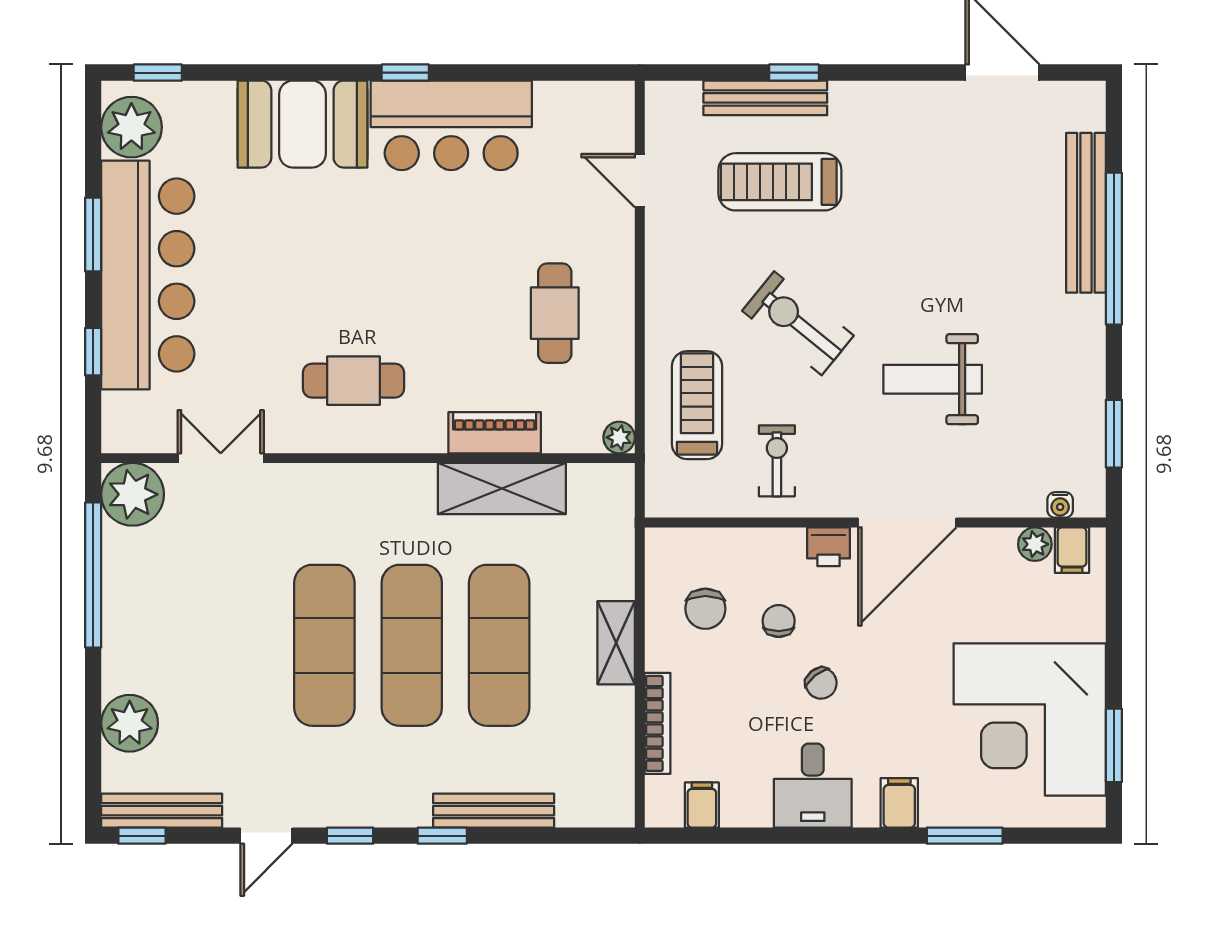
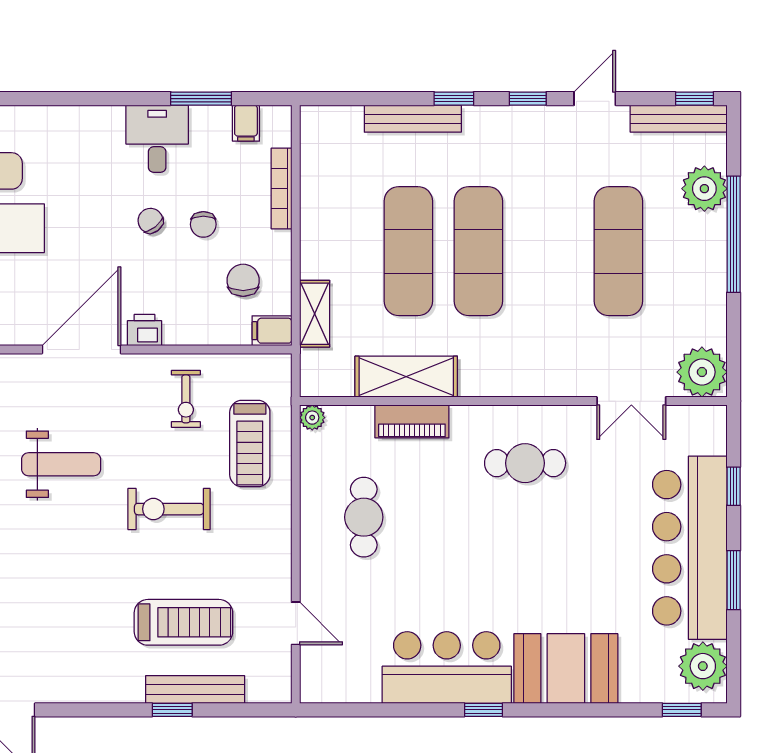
exercise bike: (798, 323) -> (169, 509), turned 141
window: (93, 575) -> (734, 234), moved
chair: (779, 621) -> (203, 224), moved
shelving: (616, 643) -> (315, 314), moved
exercise mat: (324, 645) -> (618, 251), moved
filing cabinet: (899, 803) -> (272, 331), moved, turned 90
window: (965, 836) -> (201, 99), moved

